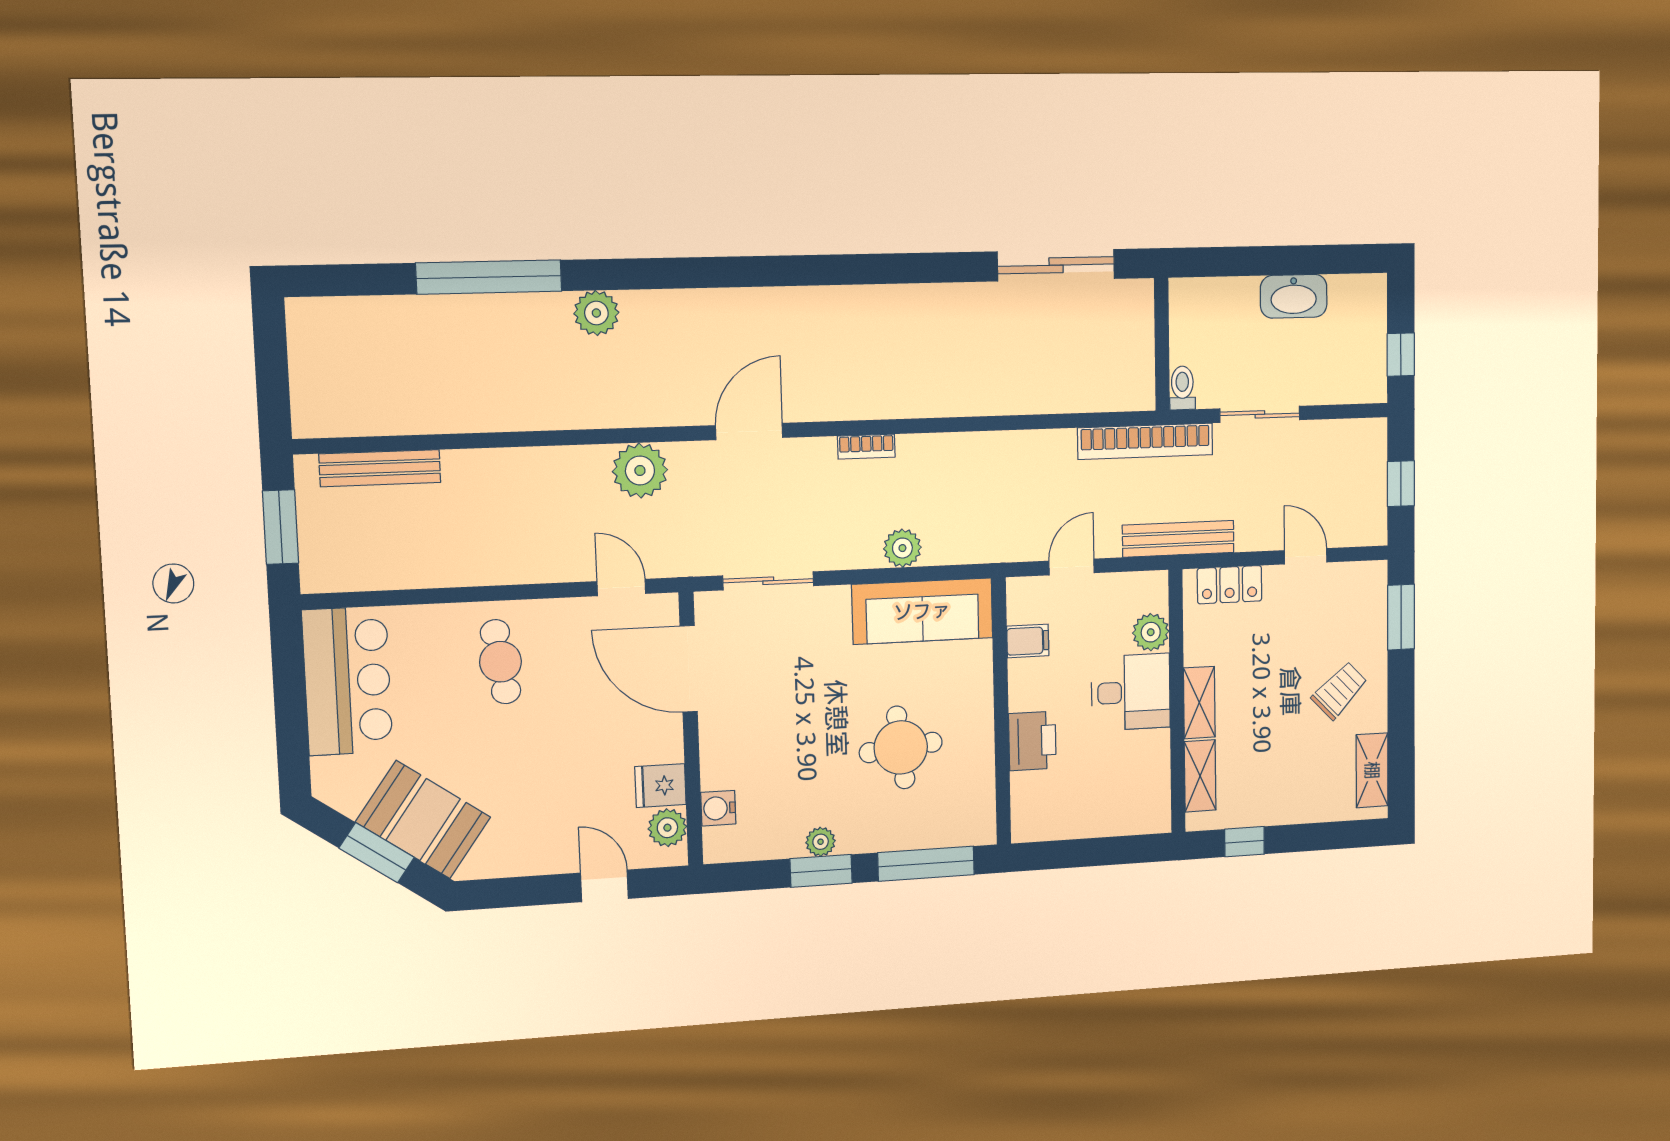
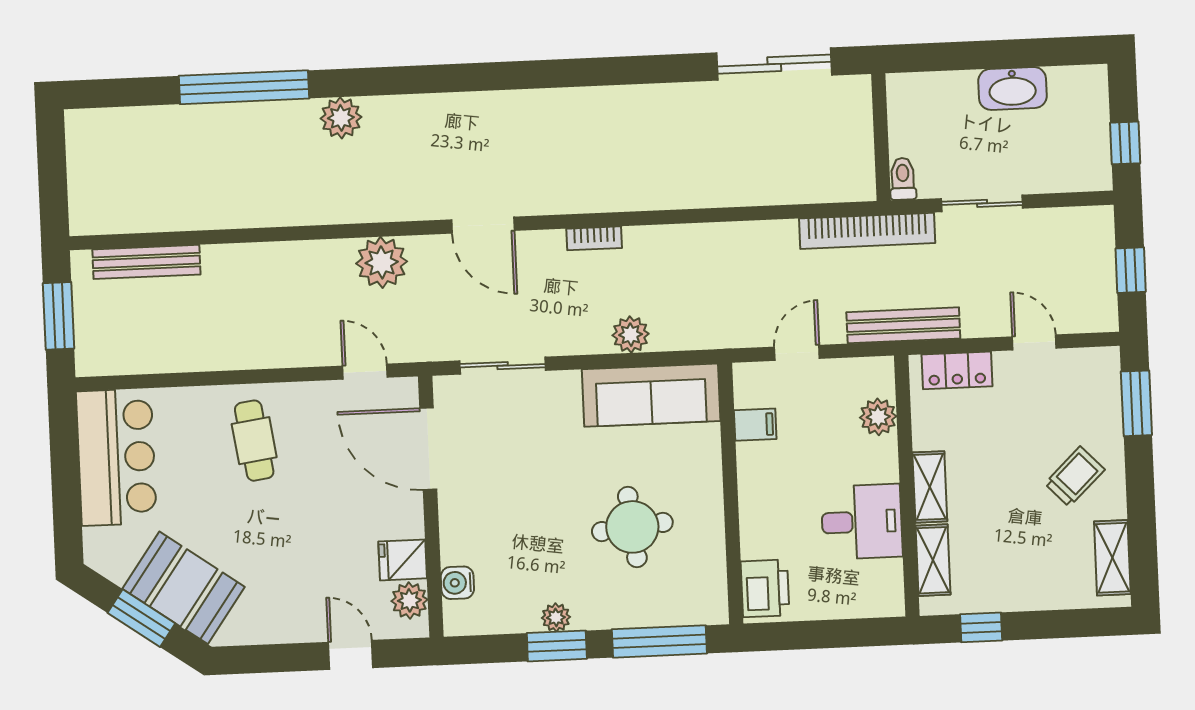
door: (749, 431) -> (483, 225), swing flipped
desk: (1131, 692) -> (862, 522), moved
printer: (1032, 741) -> (765, 588), moved

